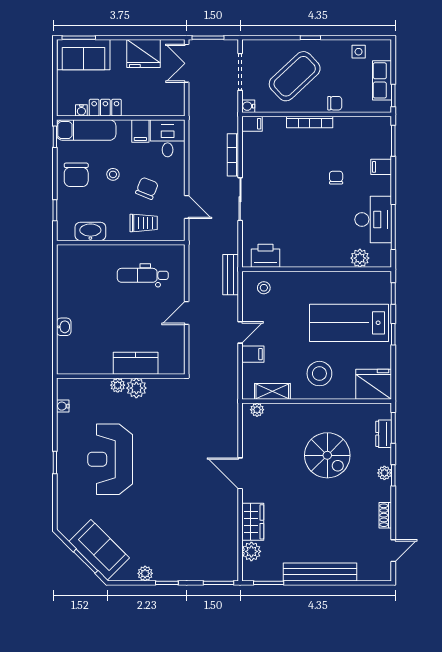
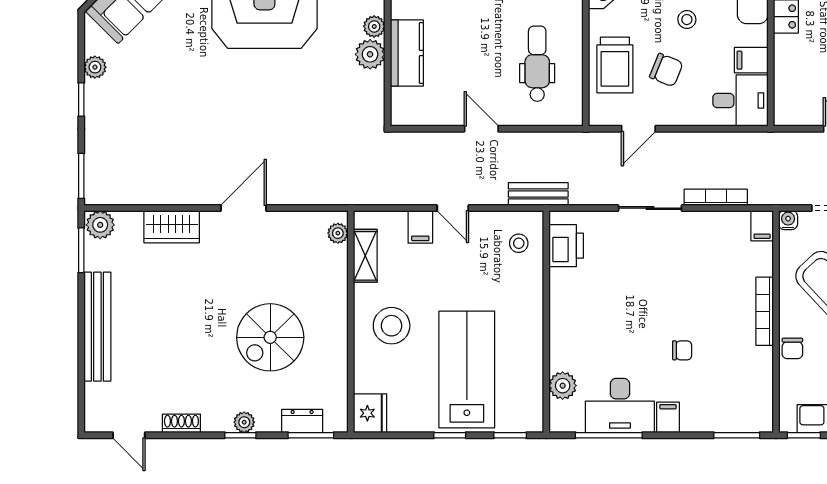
filing cabinet: (381, 167) -> (668, 417), moved
trolley: (144, 223) -> (615, 65), width x1.36, depth x1.39
fridge: (374, 384) -> (370, 413), width x0.73, depth x0.75
plant: (251, 551) -> (100, 225), moved

